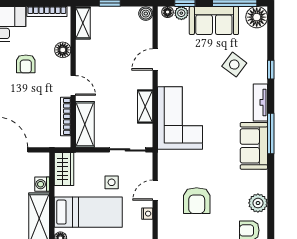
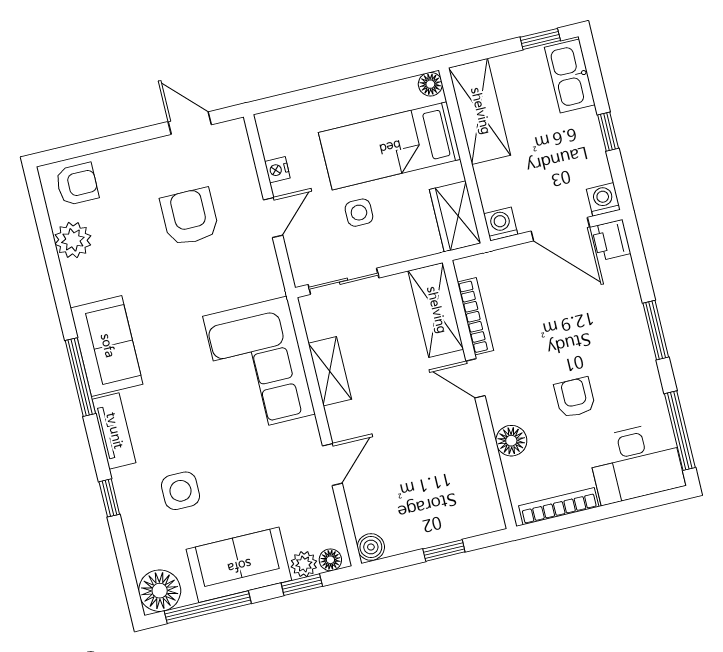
shelving: (83, 23) -> (486, 501), removed
side table: (234, 65) -> (181, 491), turned -37
washing machine: (42, 184) -> (501, 224), moved, turned -90

